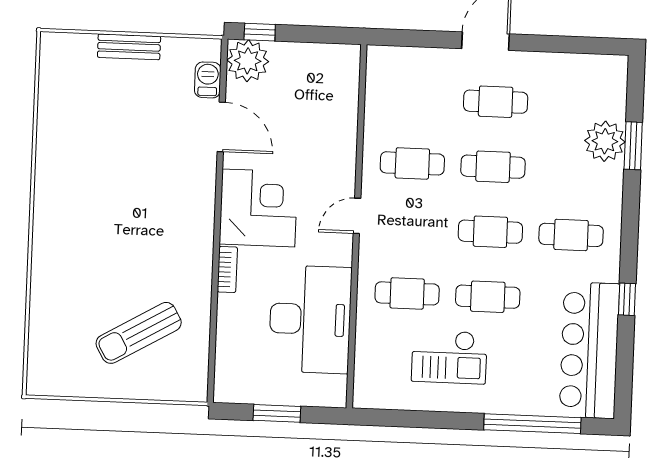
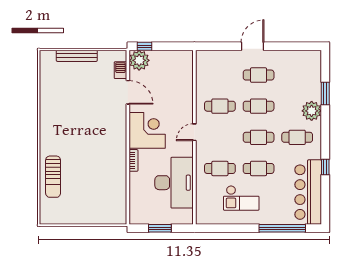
bench: (129, 47) -> (77, 56), width x1.36
plant: (605, 141) -> (312, 111), moved
sun lounger: (139, 333) -> (53, 177), moved, turned -60

